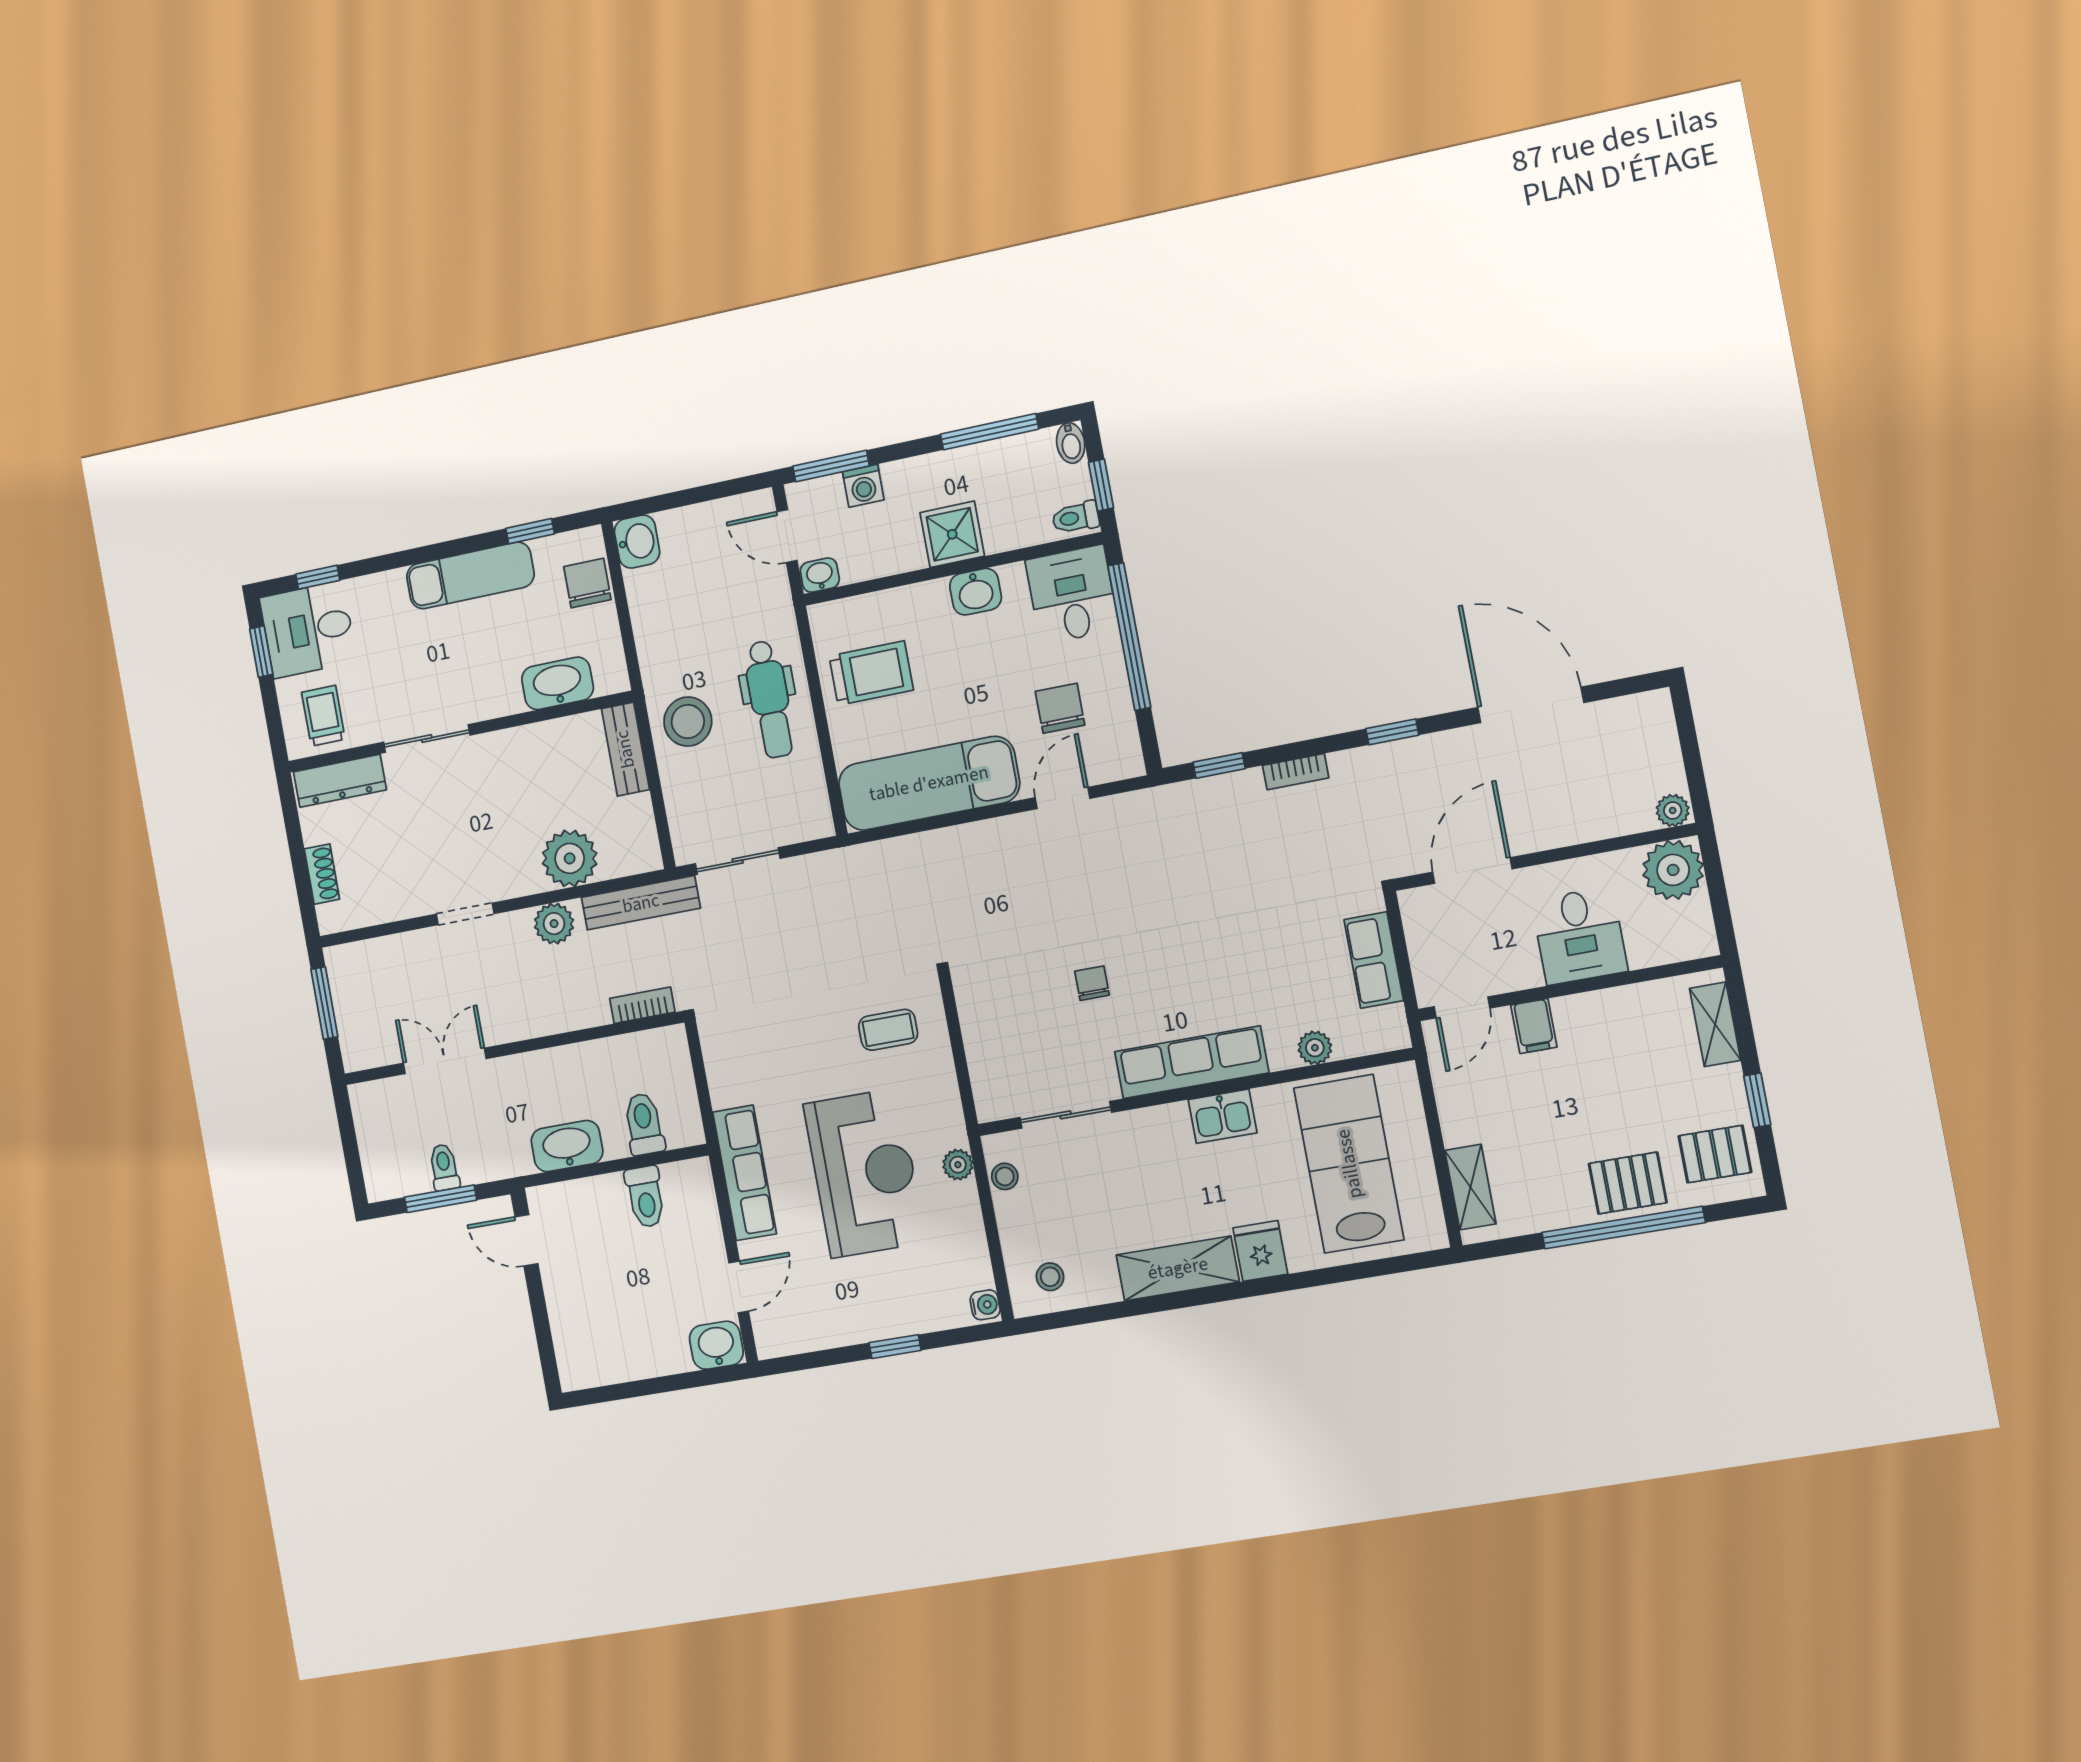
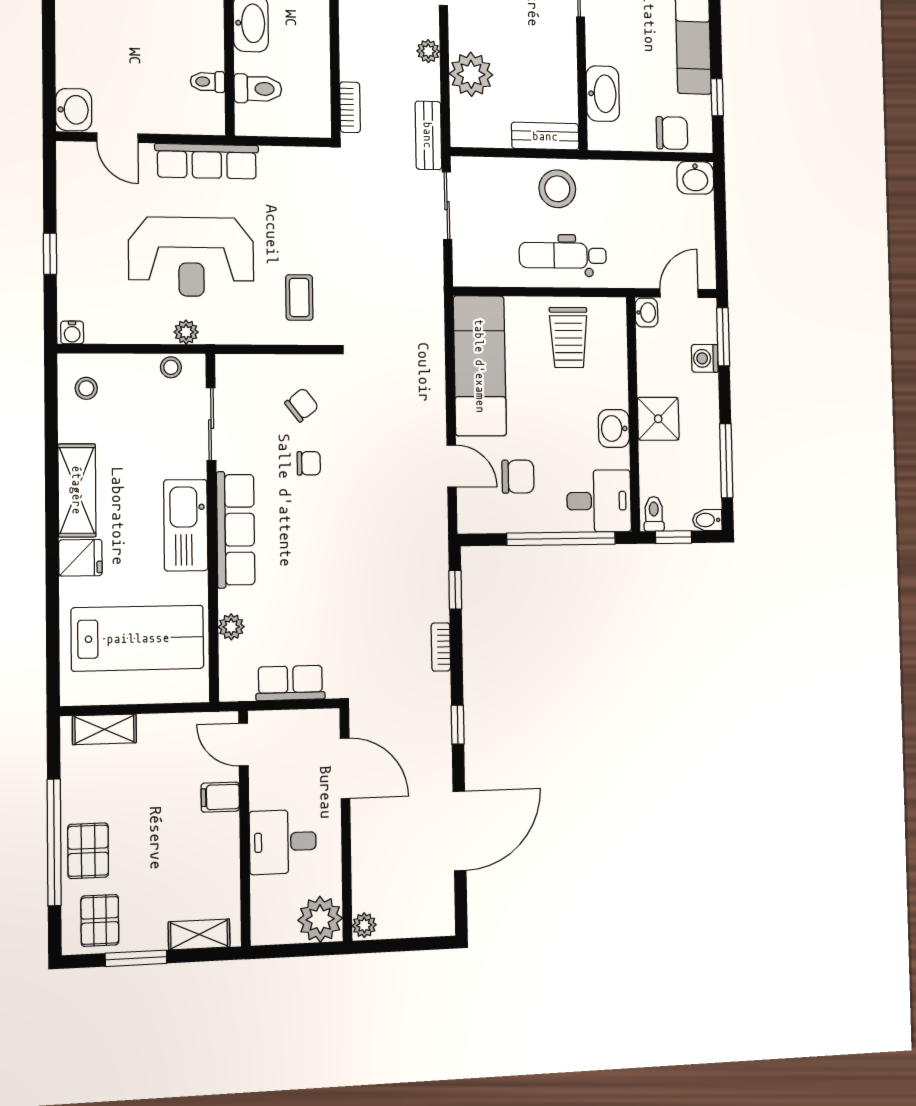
bench: (641, 903) -> (428, 135), width x0.73
plant: (554, 924) -> (428, 51), width x0.73, depth x0.73
chair: (1021, 1004) -> (302, 405), added
window: (1757, 1100) -> (136, 958), width x1.50
kitchen sink: (1223, 1116) -> (186, 525), width x1.88, depth x1.24
toilet: (645, 1197) -> (207, 82), width x0.73, depth x0.72

